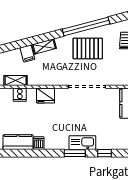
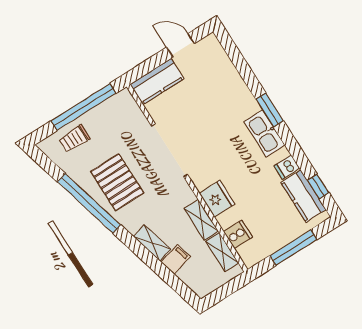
shelving: (40, 80) -> (201, 220), added
kitchen sink: (82, 143) -> (264, 133), moved
window: (105, 153) -> (318, 187), moved

